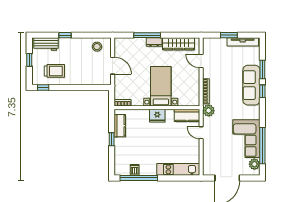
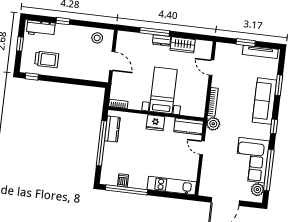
wardrobe: (179, 44) -> (183, 45), width x0.67
window: (262, 91) -> (274, 126), moved
window: (112, 139) -> (101, 143), width x3.17

